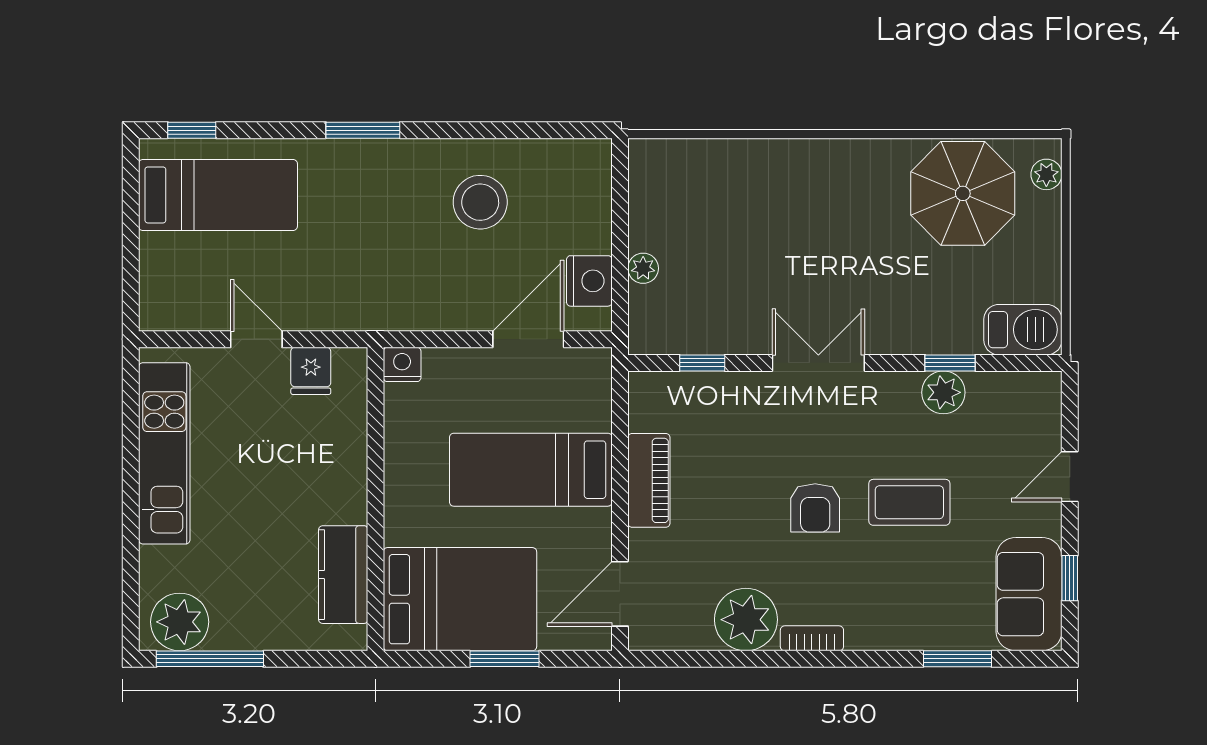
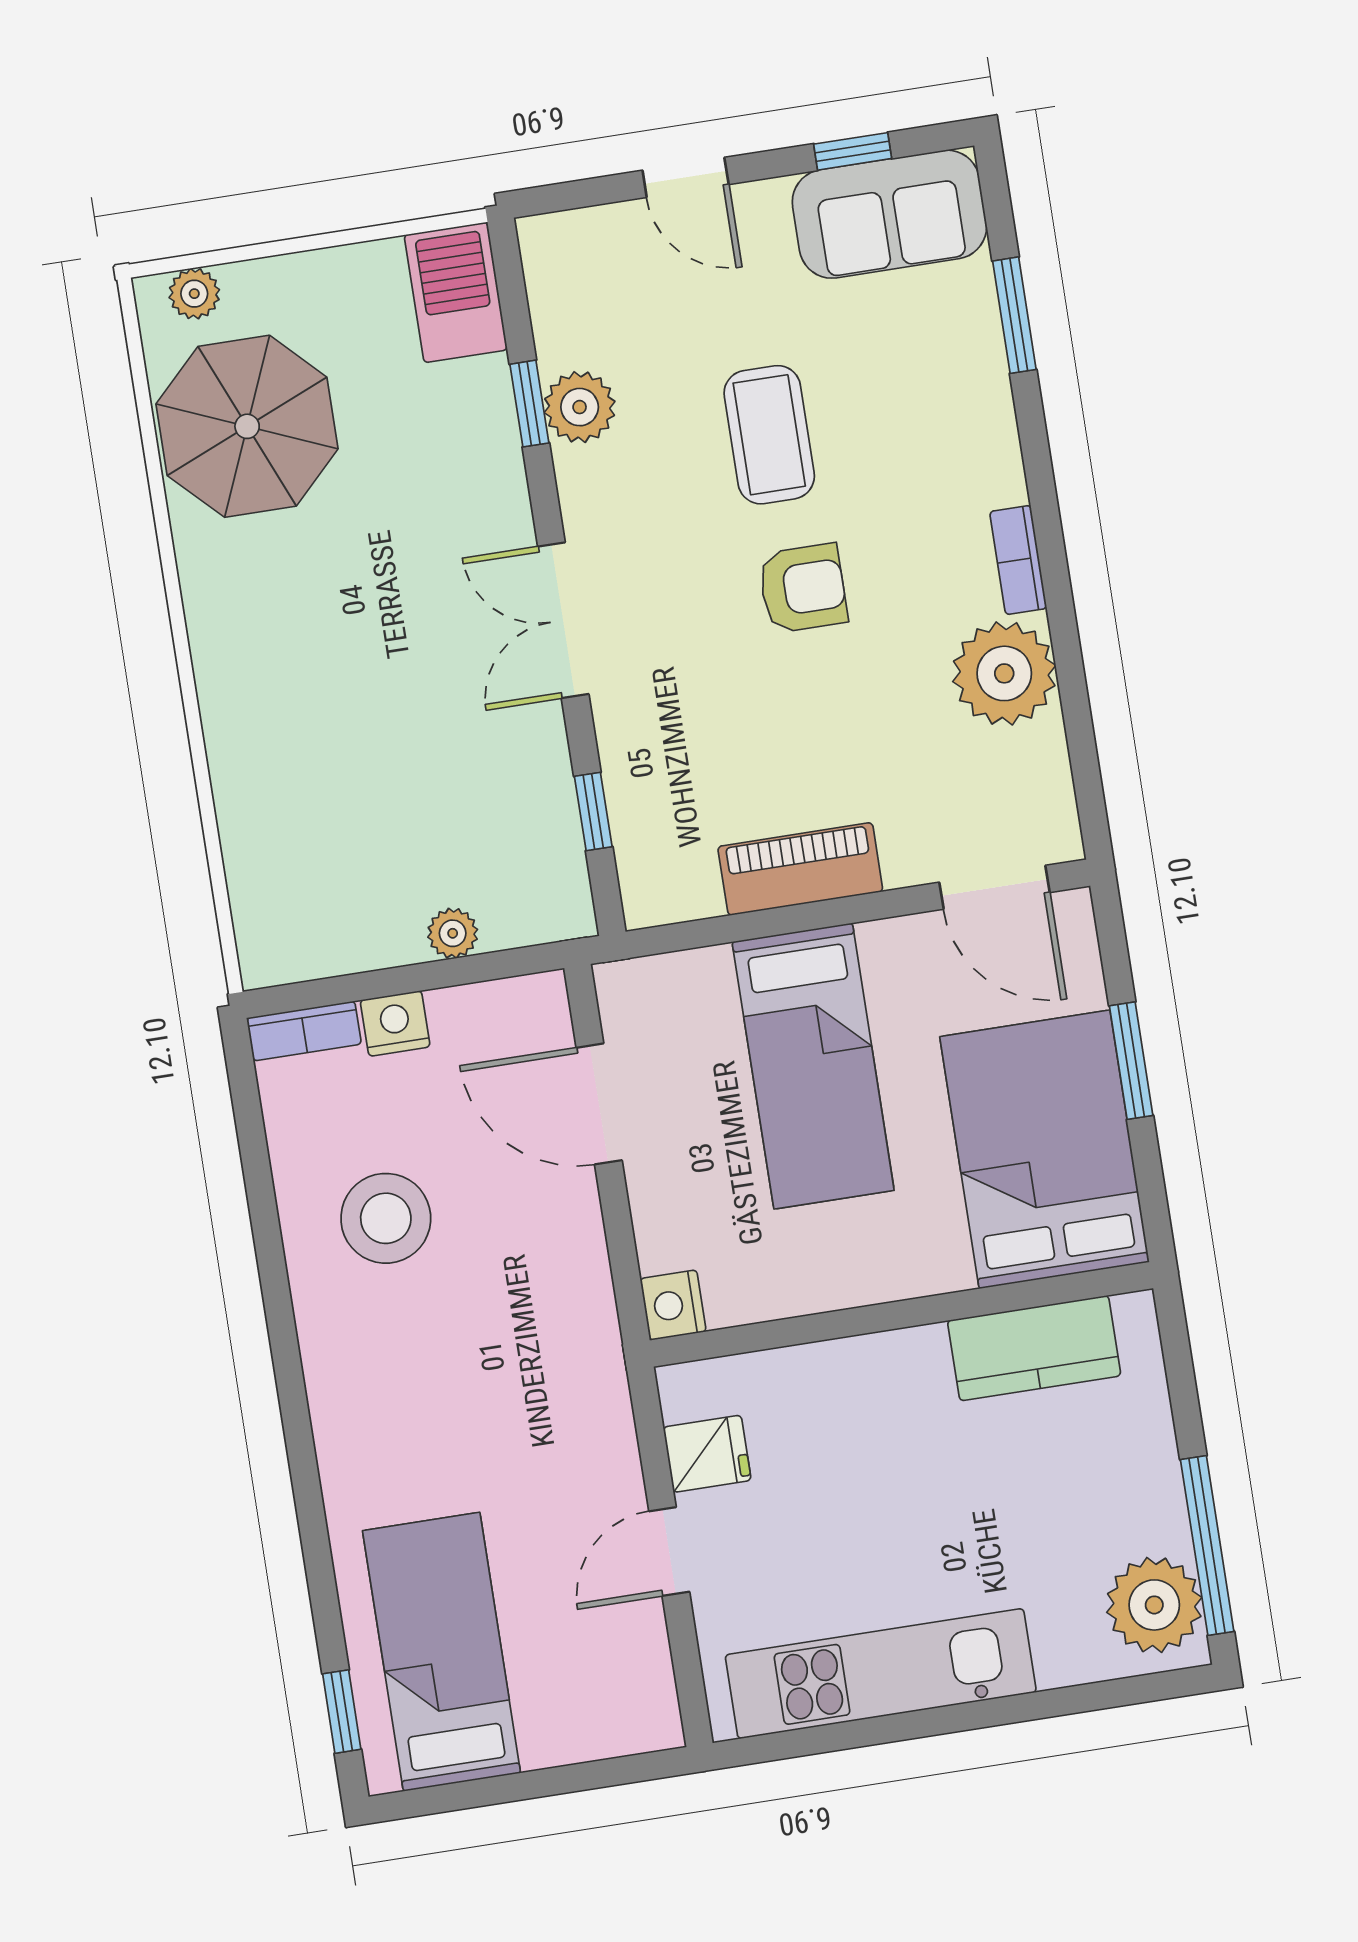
window: (363, 130) -> (298, 1430), removed
bookcase: (599, 171) -> (304, 1031), added
nightstand: (589, 281) -> (395, 1023), moved, width x0.74, depth x0.75

